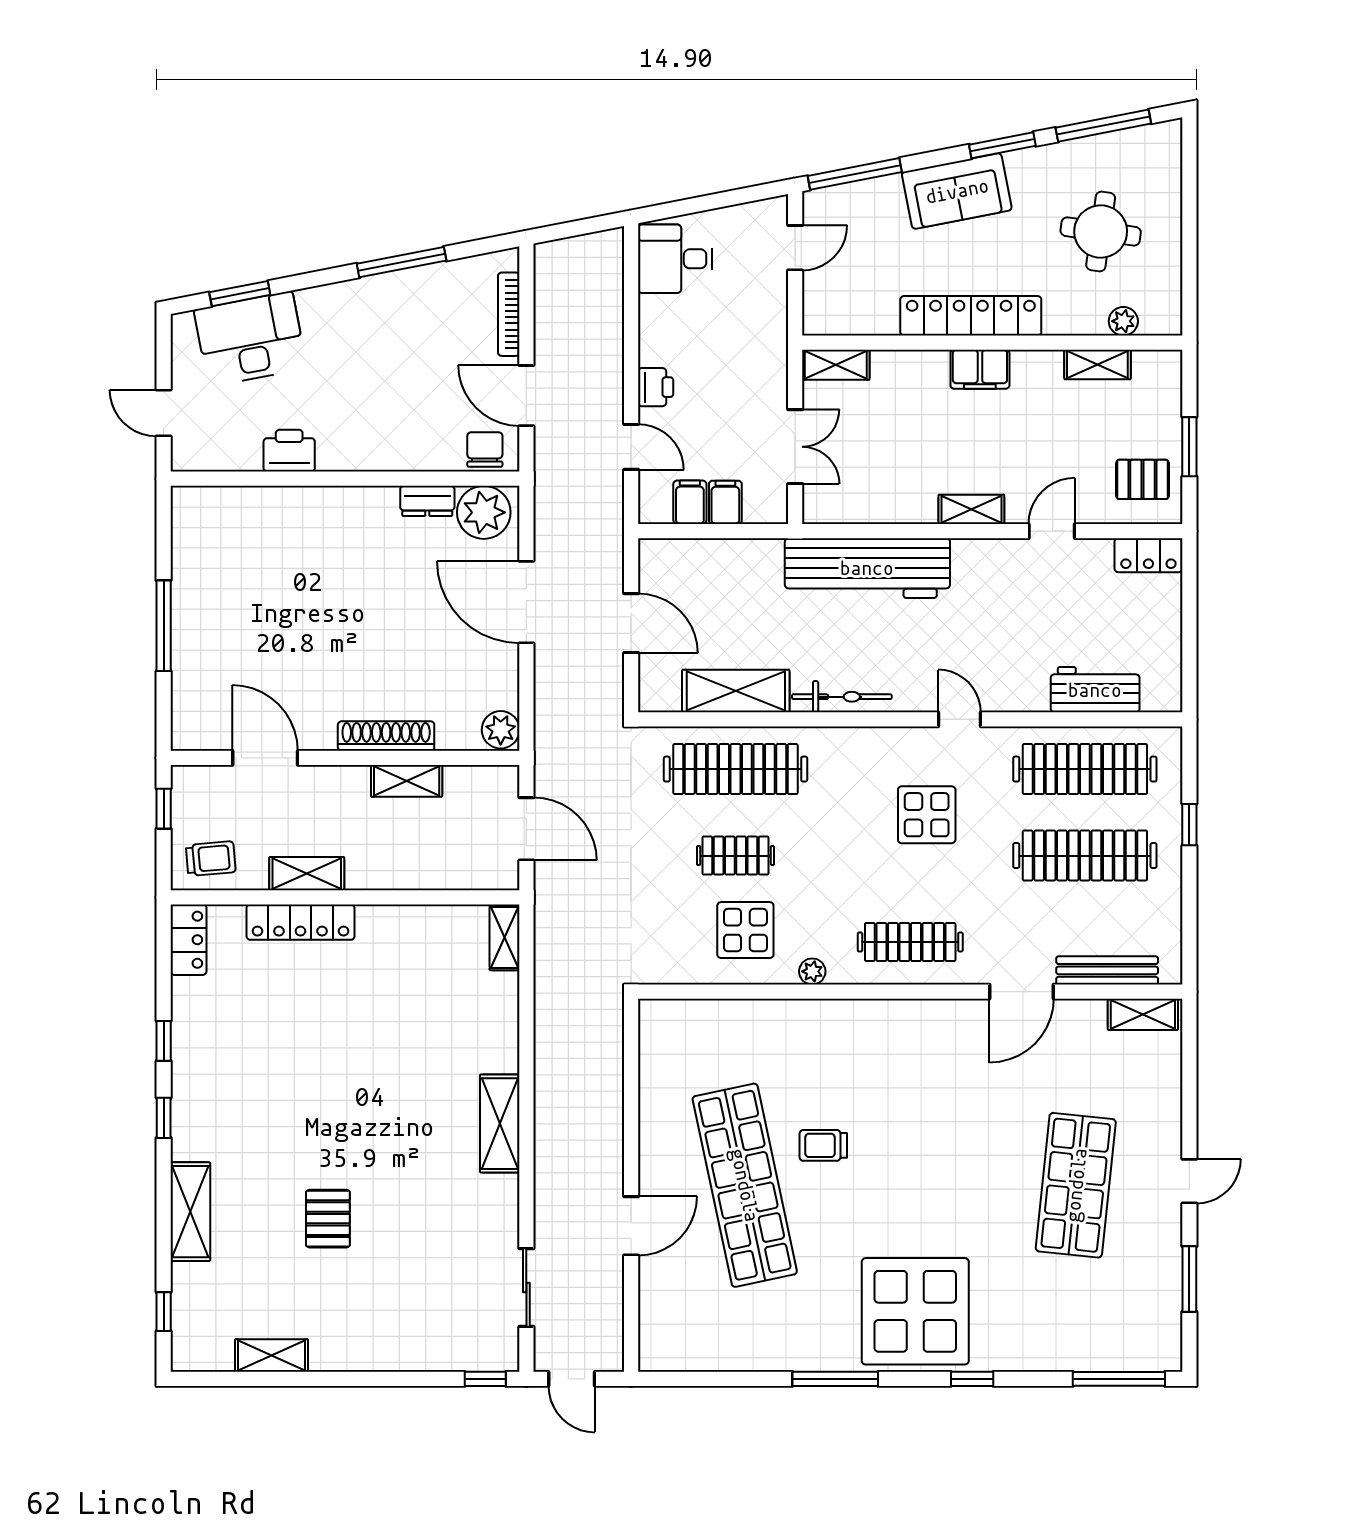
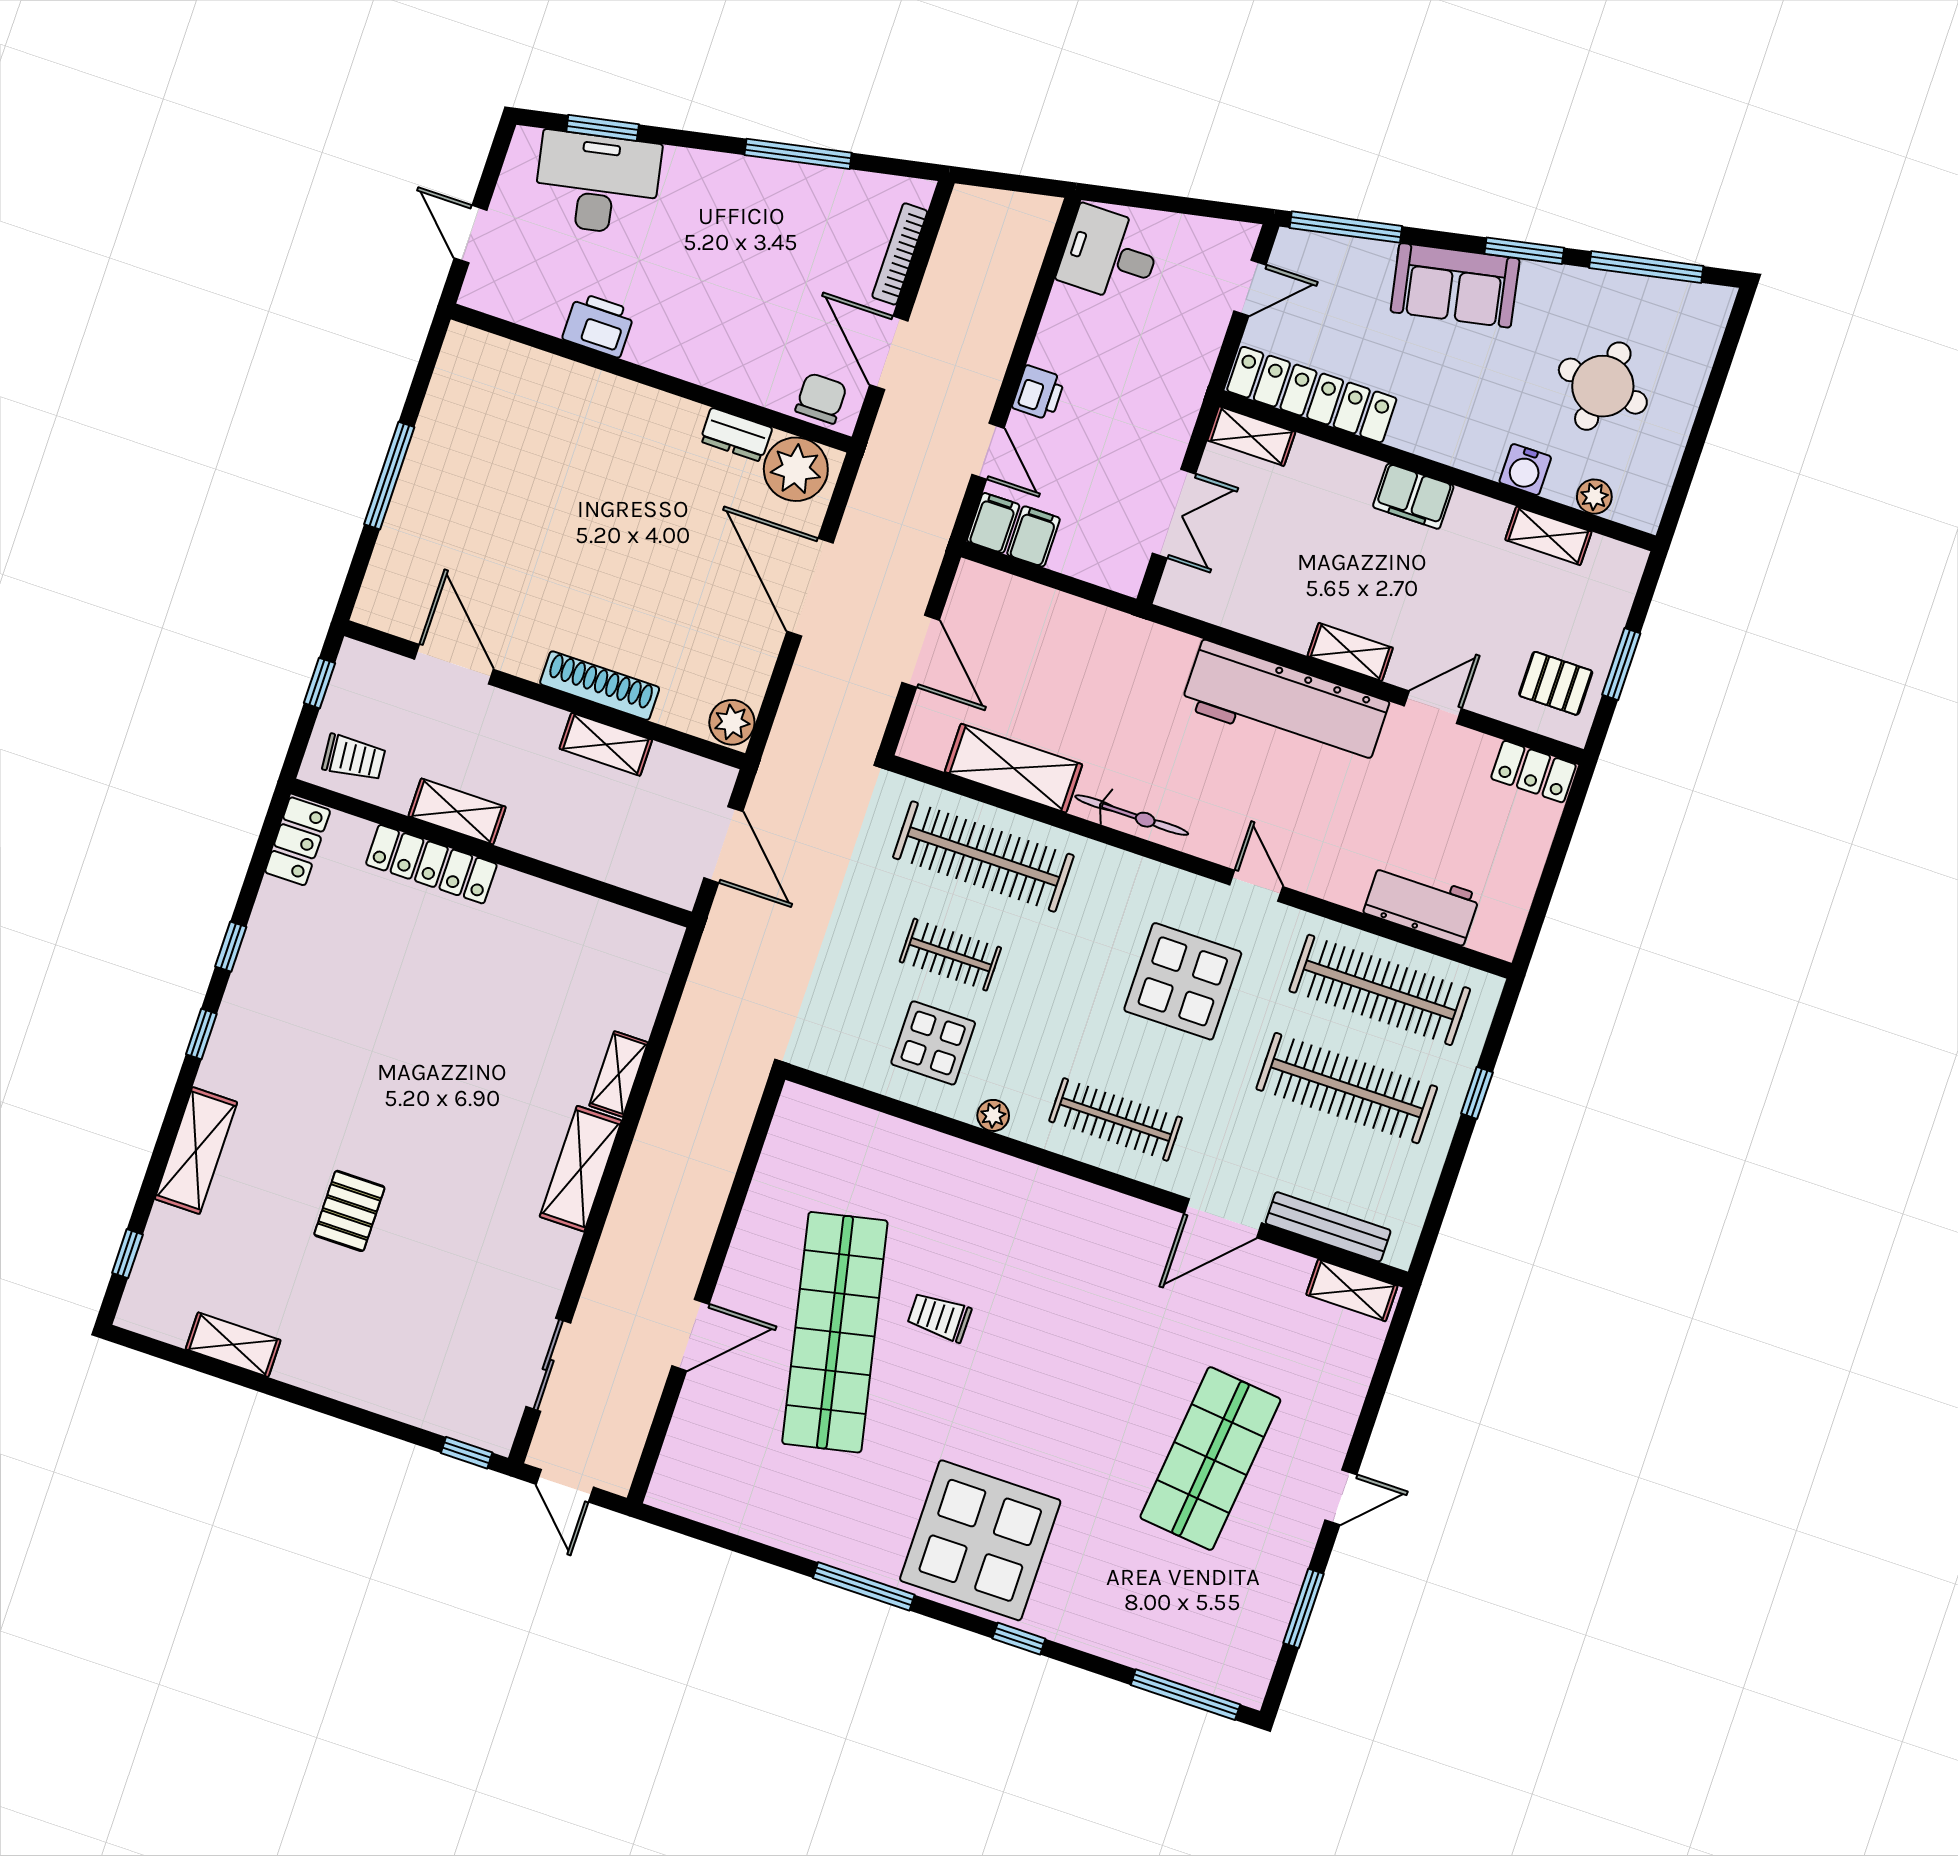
locker: (971, 316) -> (1312, 395), moved
water cooler: (1061, 318) -> (1525, 470), added
filing cabinet: (725, 502) -> (993, 523), moved
workbench: (867, 568) -> (1285, 704), moved
display table: (927, 815) -> (1183, 981), width x1.36, depth x1.36
shelving: (505, 937) -> (619, 1074), moved

